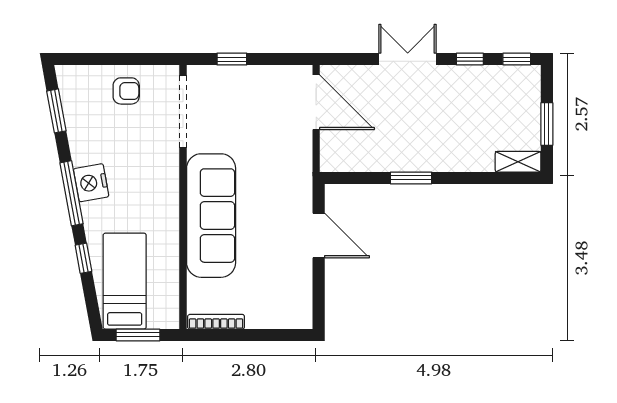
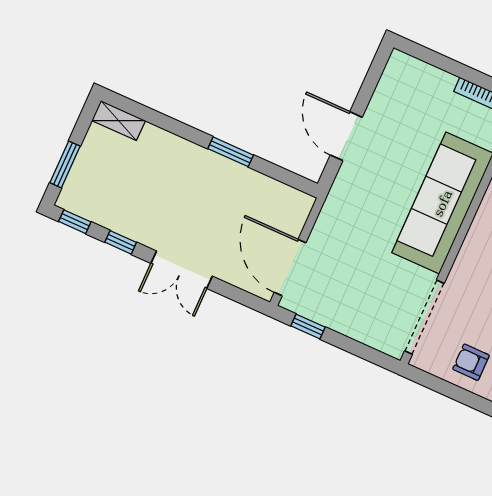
window: (232, 59) -> (308, 326), moved
window: (547, 124) -> (65, 164), moved

